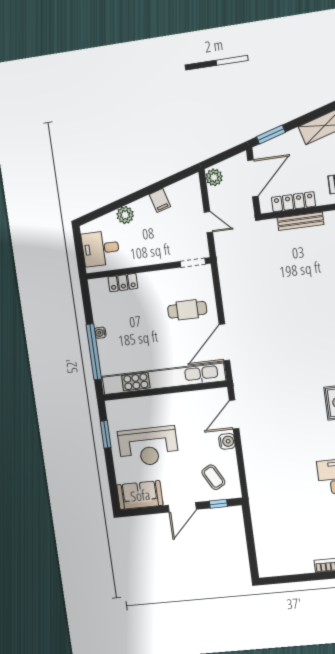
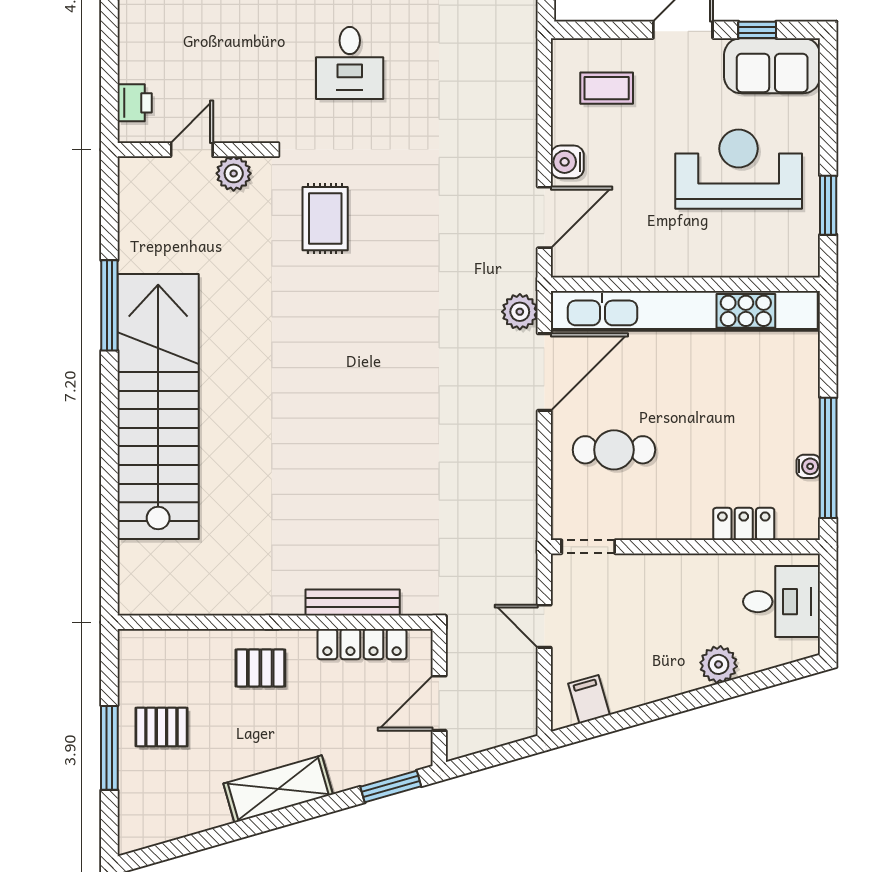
plant: (214, 177) -> (520, 312), moved
door: (253, 178) -> (439, 703), width x0.73
filing cabinet: (160, 200) -> (589, 699), moved
water cooler: (100, 333) -> (808, 466), moved
window: (94, 352) -> (828, 458), moved
coffee table: (213, 477) -> (607, 88), turned -61
window: (218, 504) -> (757, 30), moved

